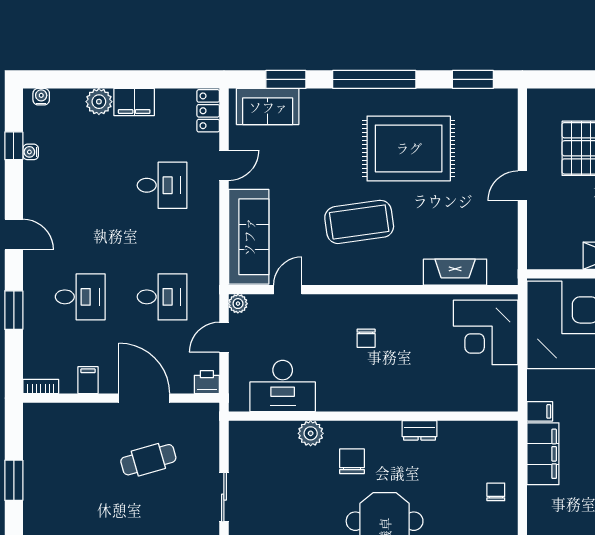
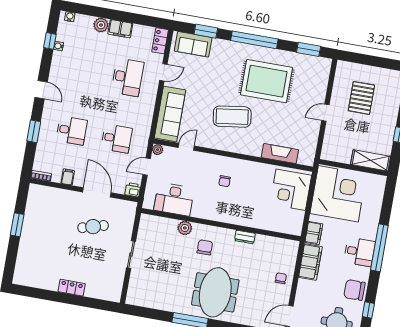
desk: (162, 185) -> (127, 77), width x1.37
filing cabinet: (540, 411) -> (314, 233), width x2.00

